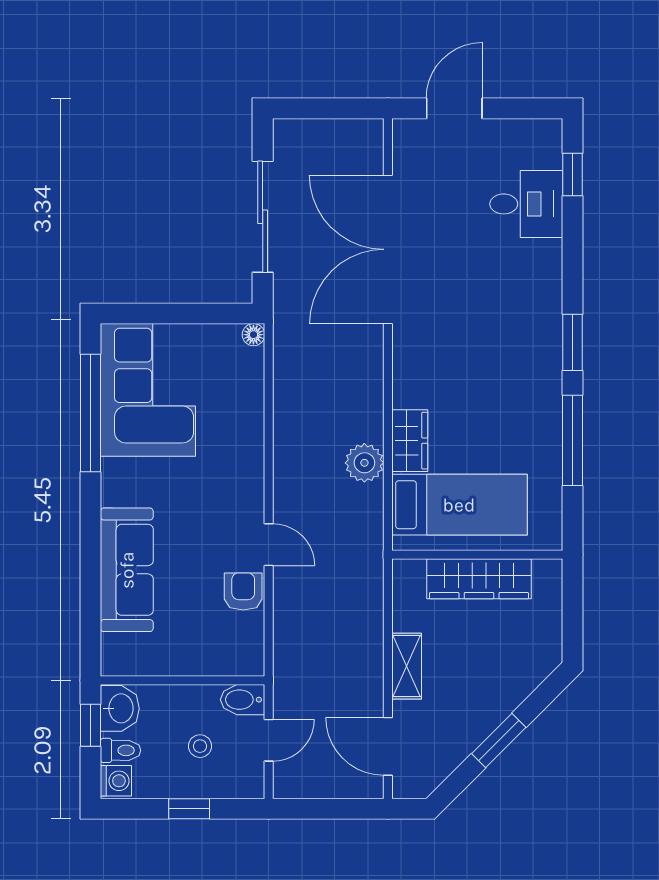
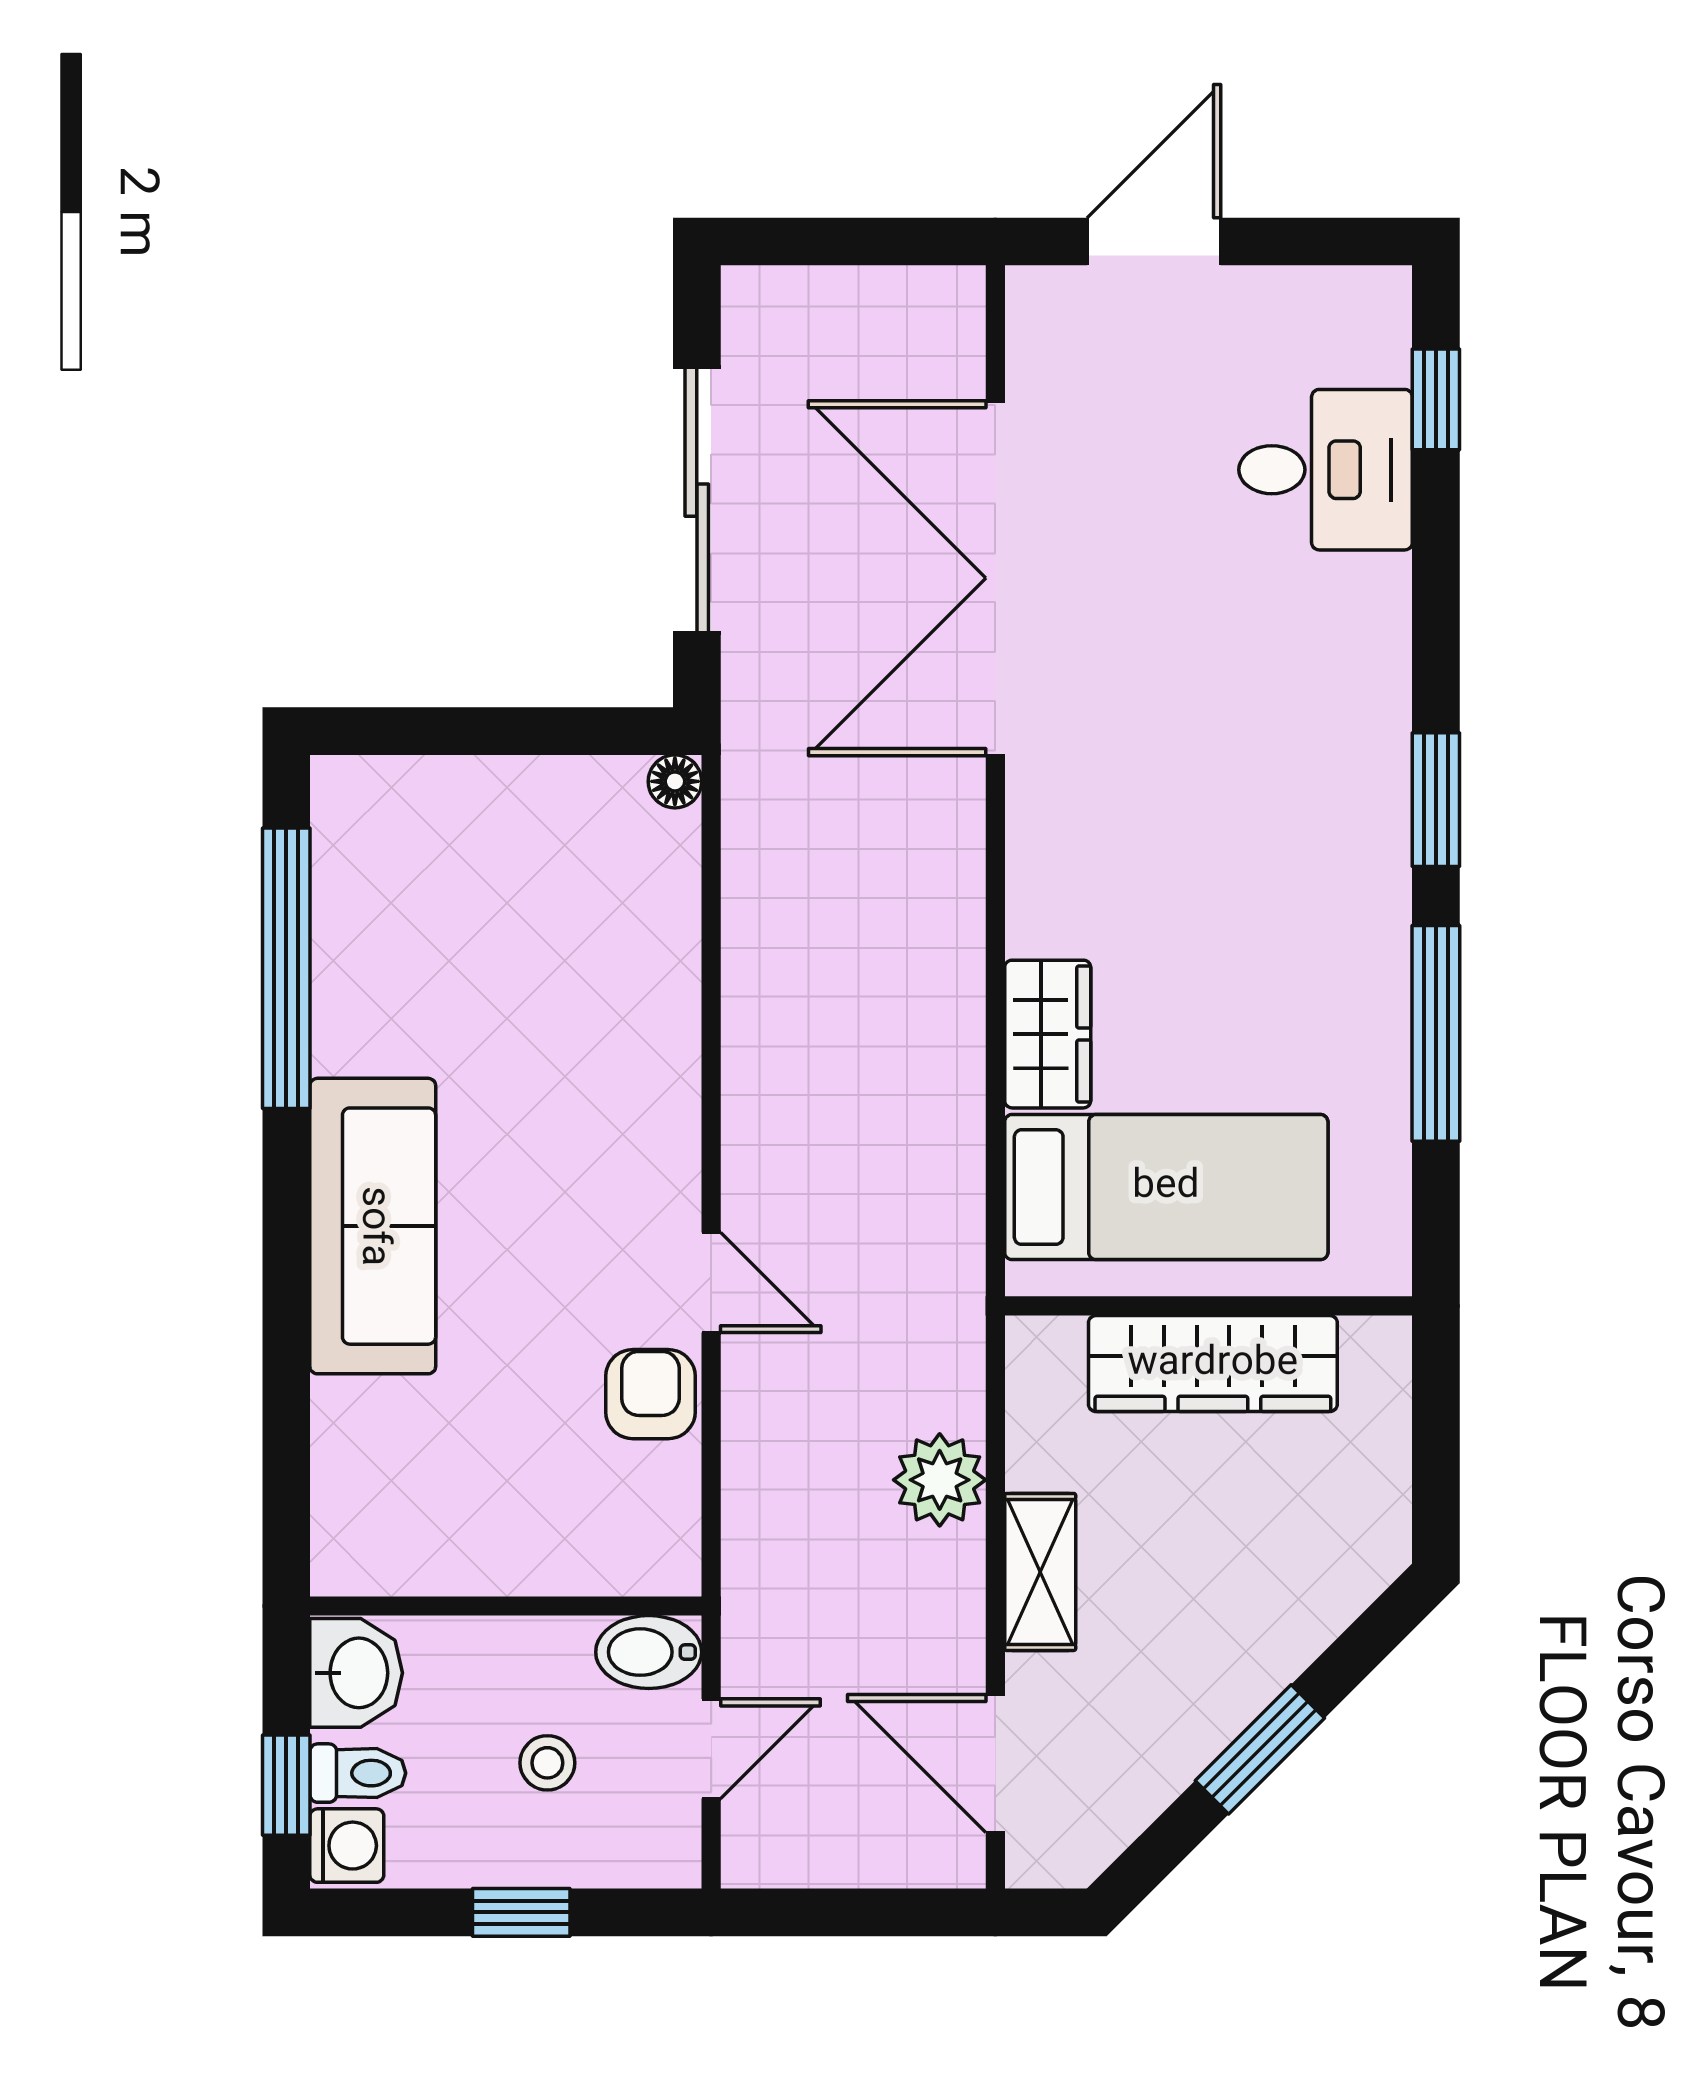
corner sofa: (148, 390) -> (423, 913), removed
plant: (364, 463) -> (940, 1480), moved
sofa: (127, 570) -> (373, 1226), moved
window: (91, 725) -> (286, 1785), moved

